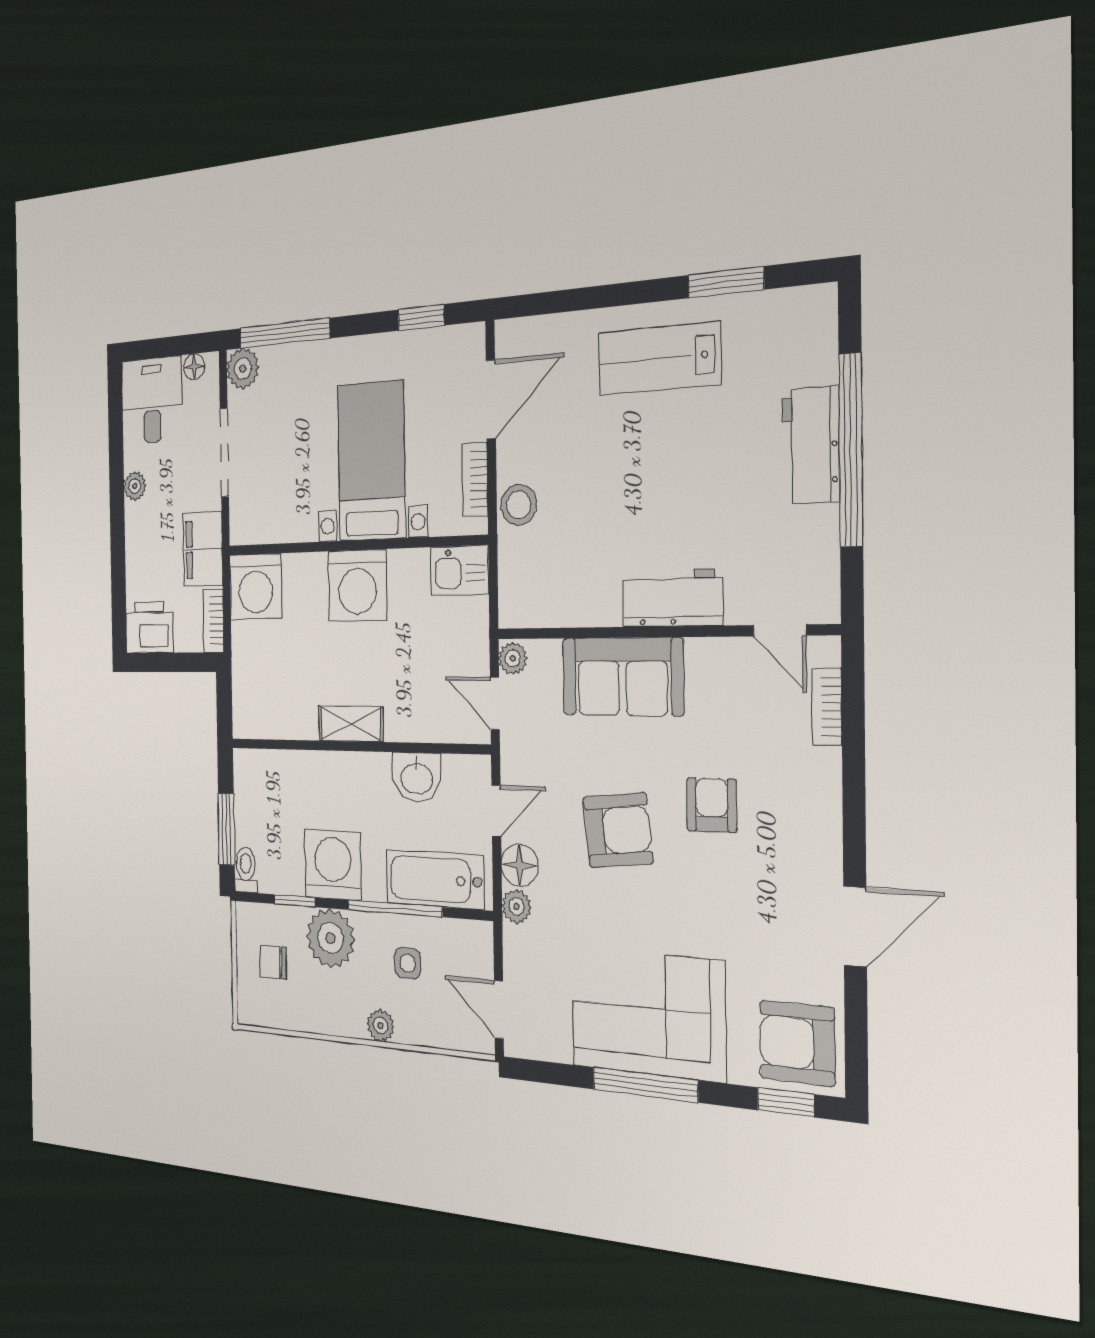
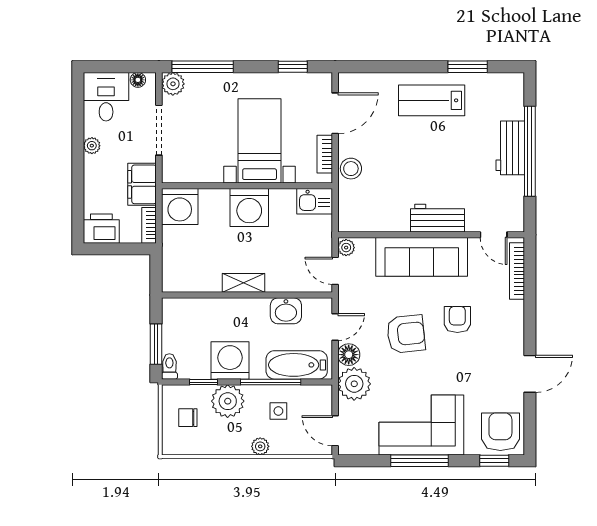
sofa: (623, 677) -> (422, 257), width x1.36
bookcase: (827, 707) -> (517, 271), width x1.56
plant: (517, 907) -> (354, 384), width x1.87, depth x1.87
armchair: (797, 1043) -> (500, 432), turned 90

